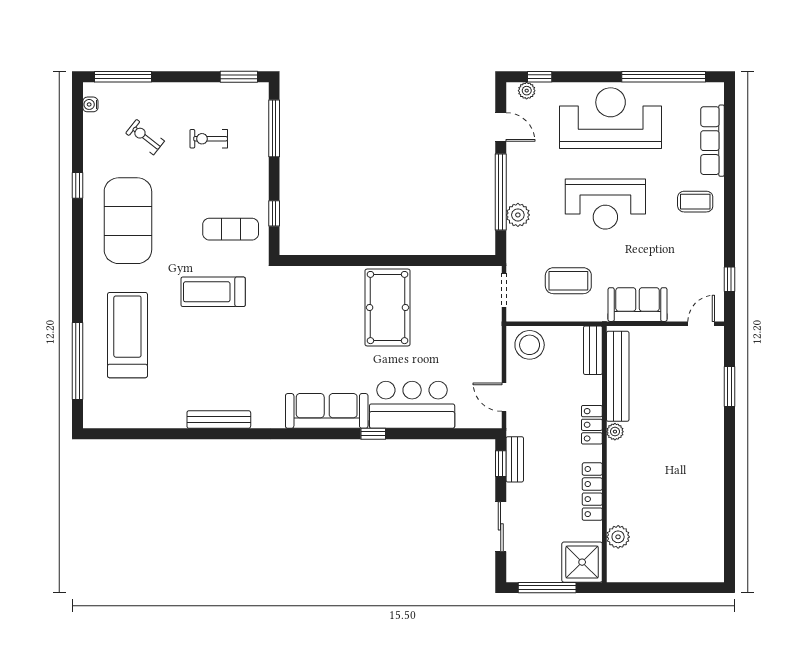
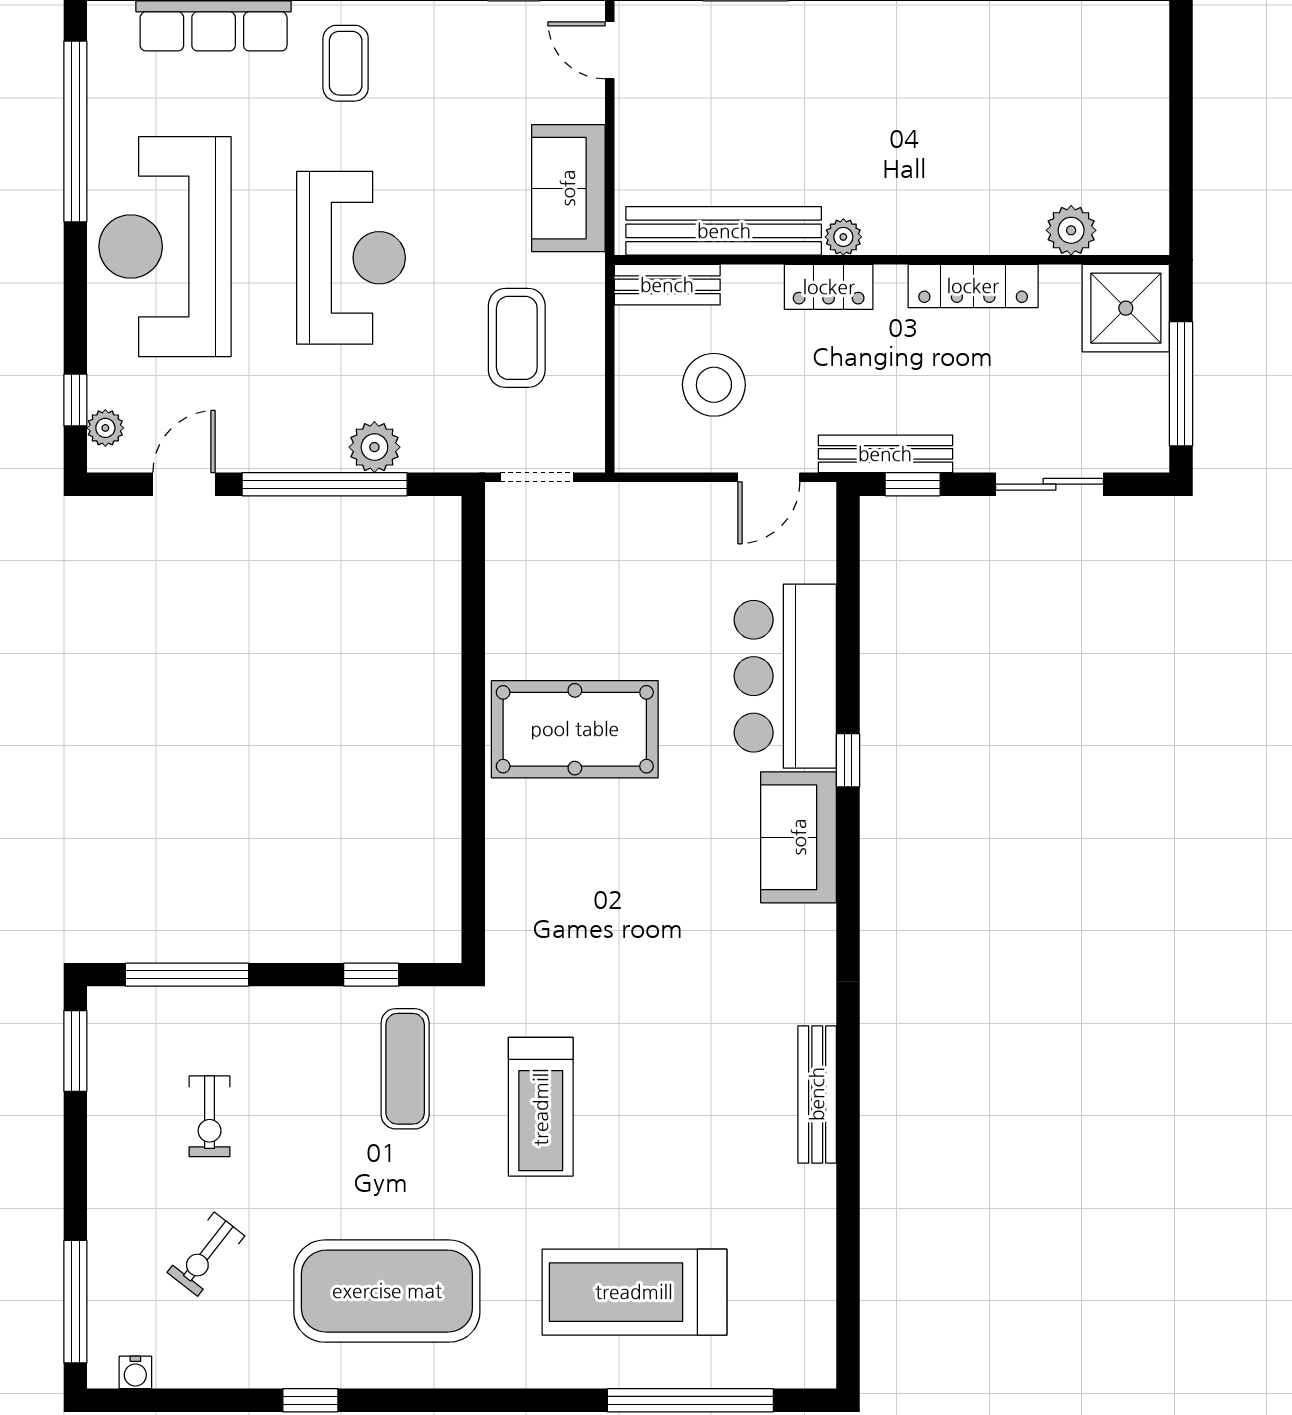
stool: (530, 345) -> (714, 385), moved
sofa: (327, 411) -> (799, 837), width x0.73
bench: (515, 459) -> (885, 454), width x1.36

